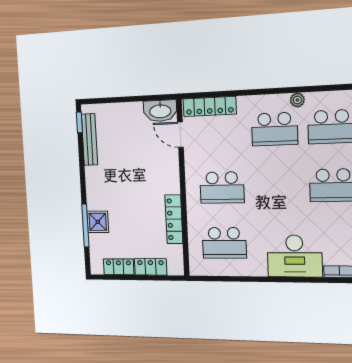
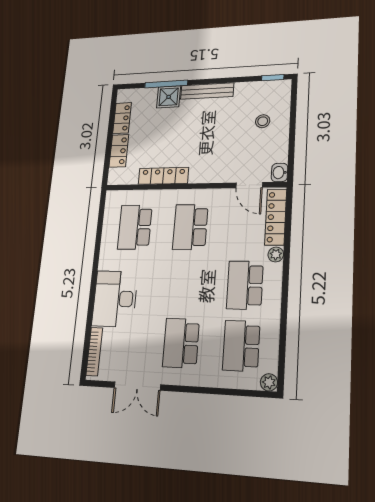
plant: (297, 100) -> (276, 254), moved
washbasin: (160, 111) -> (279, 173), width x0.52, depth x0.69
stool: (120, 128) -> (263, 121), added
door: (180, 135) -> (249, 185), swing flipped
bench: (89, 140) -> (207, 91), moved

